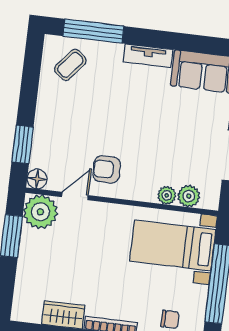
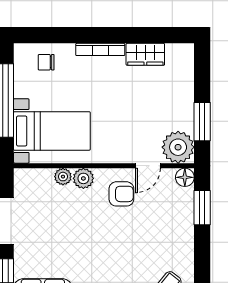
plant: (189, 196) -> (83, 178), moved

